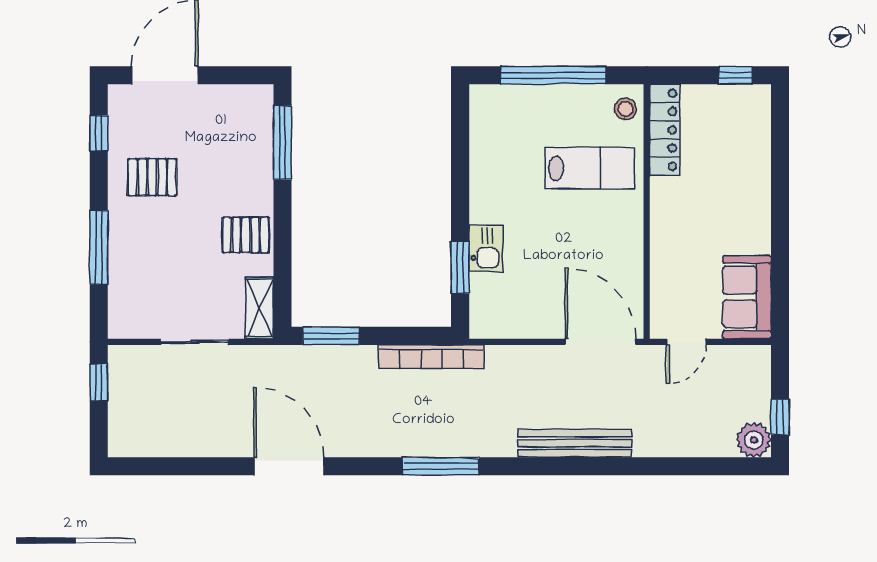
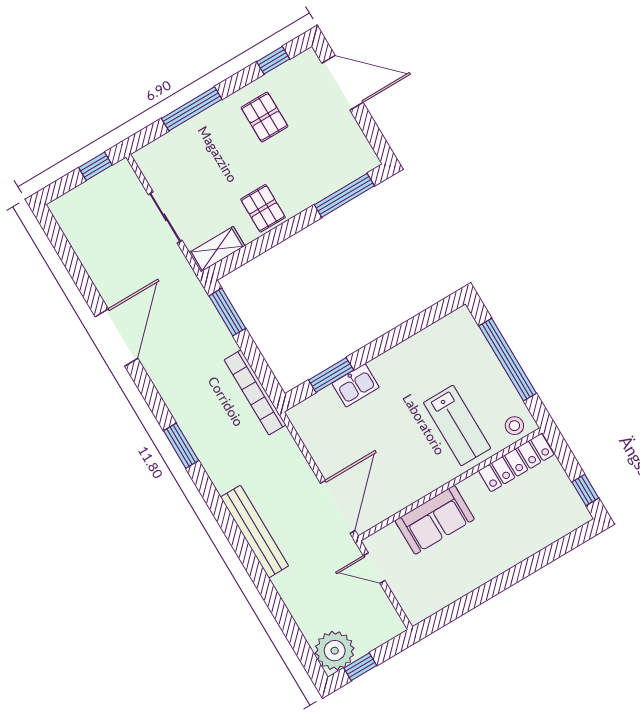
sofa: (747, 297) -> (435, 520), moved, turned 180
plant: (754, 440) -> (335, 651), width x1.36, depth x1.36
window: (441, 466) -> (181, 446), width x0.69

